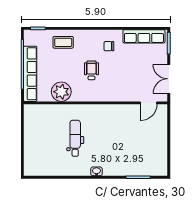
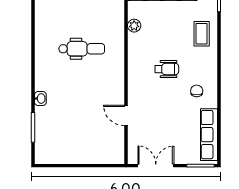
plant: (61, 92) -> (134, 26), width x0.53, depth x0.53
door: (149, 103) -> (126, 116), moved
washbasin: (96, 171) -> (40, 99), moved

